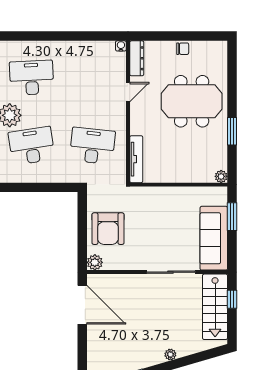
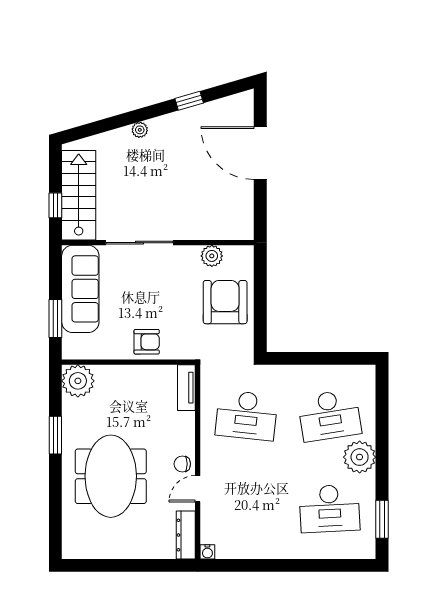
chair: (183, 49) -> (182, 464), moved
meeting table: (192, 101) -> (111, 476), turned 90
tv unit: (136, 159) -> (186, 388), width x0.71
plant: (221, 176) -> (78, 381), width x1.88, depth x1.88
armchair: (165, 200) -> (147, 342), added
plant: (95, 262) -> (212, 256), moved
door: (82, 305) -> (260, 153), moved

